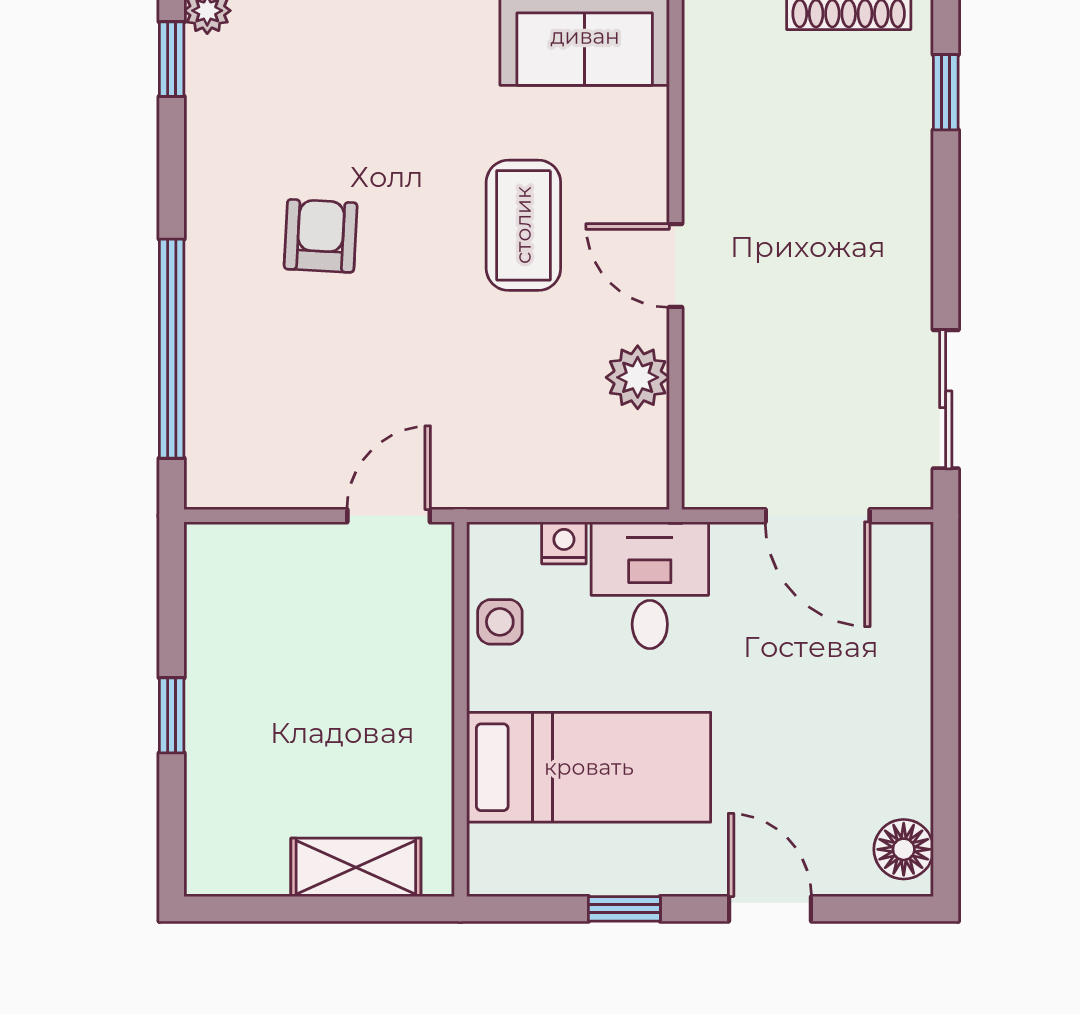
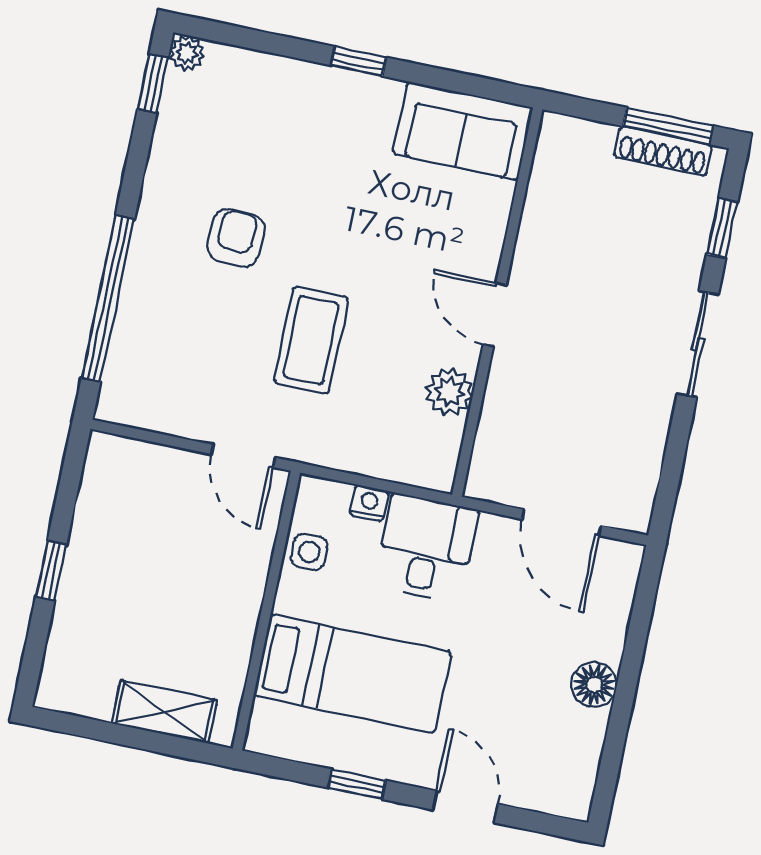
coffee table: (523, 225) -> (311, 340), moved
sliding door: (946, 399) -> (698, 344), moved
door: (389, 516) -> (243, 456), swing flipped
floor lamp: (904, 849) -> (594, 685), moved

